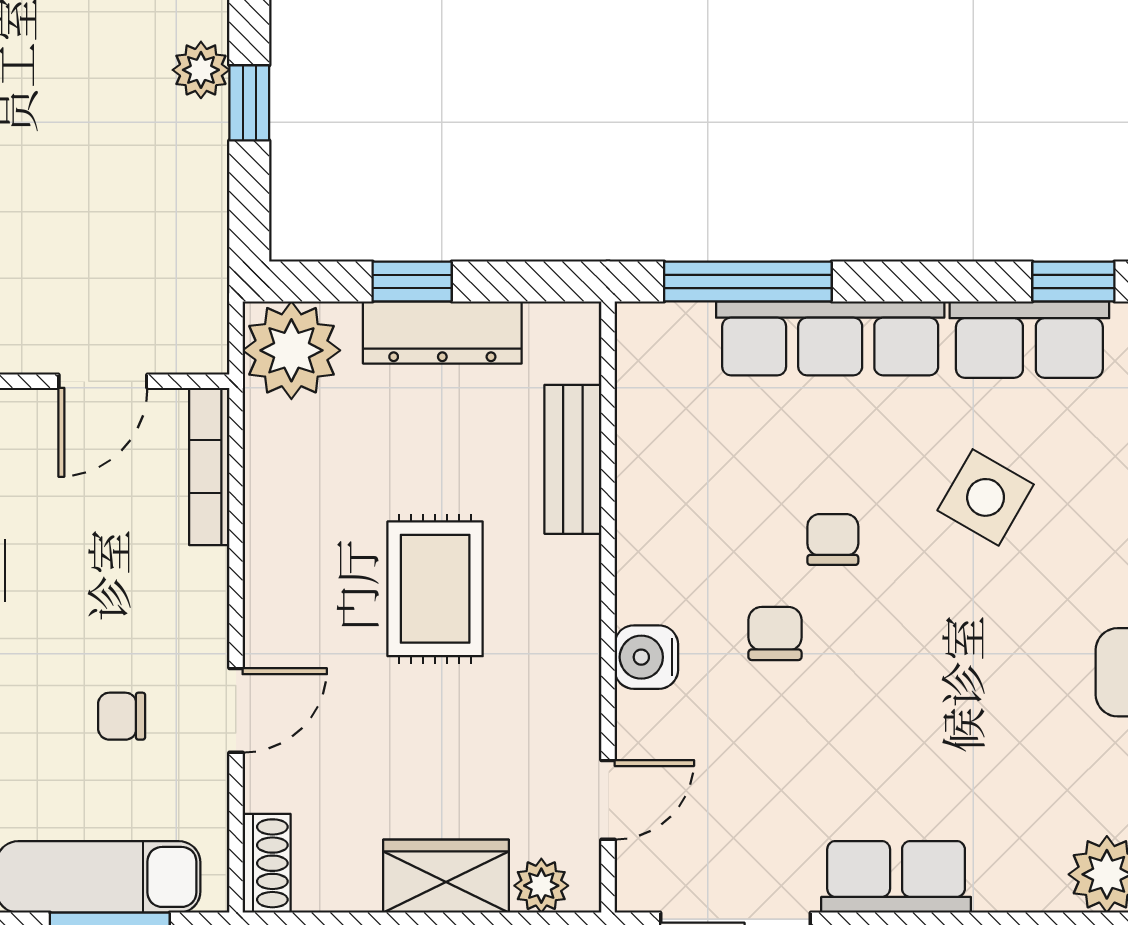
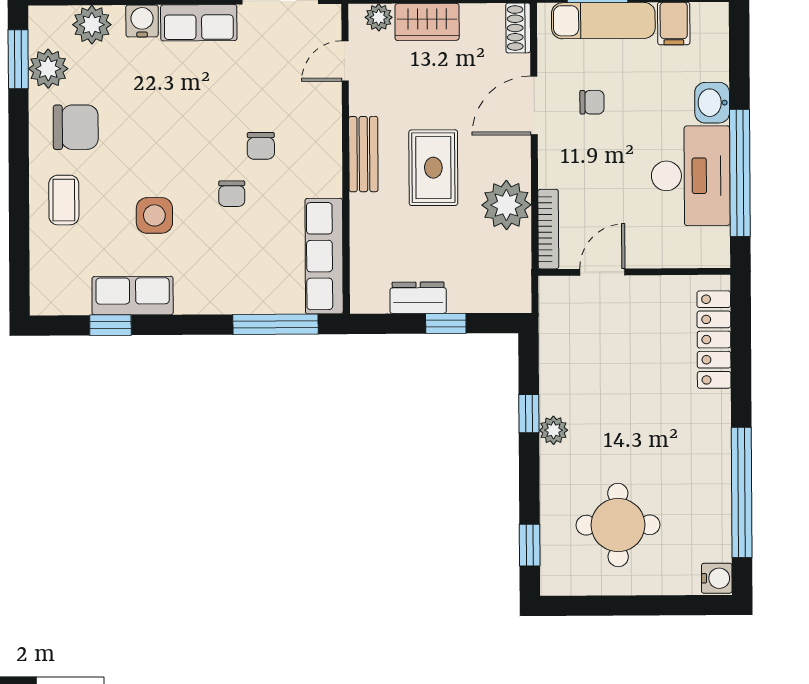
dresser: (442, 333) -> (418, 298), width x0.70
row of seats: (830, 338) -> (324, 256), moved, turned -90
plant: (291, 350) -> (506, 205), moved
bench: (573, 459) -> (363, 154), moved
side table: (986, 497) -> (154, 215), turned -30
water cooler: (646, 657) -> (142, 21), moved, turned -90
door: (236, 710) -> (534, 105), width x1.38

